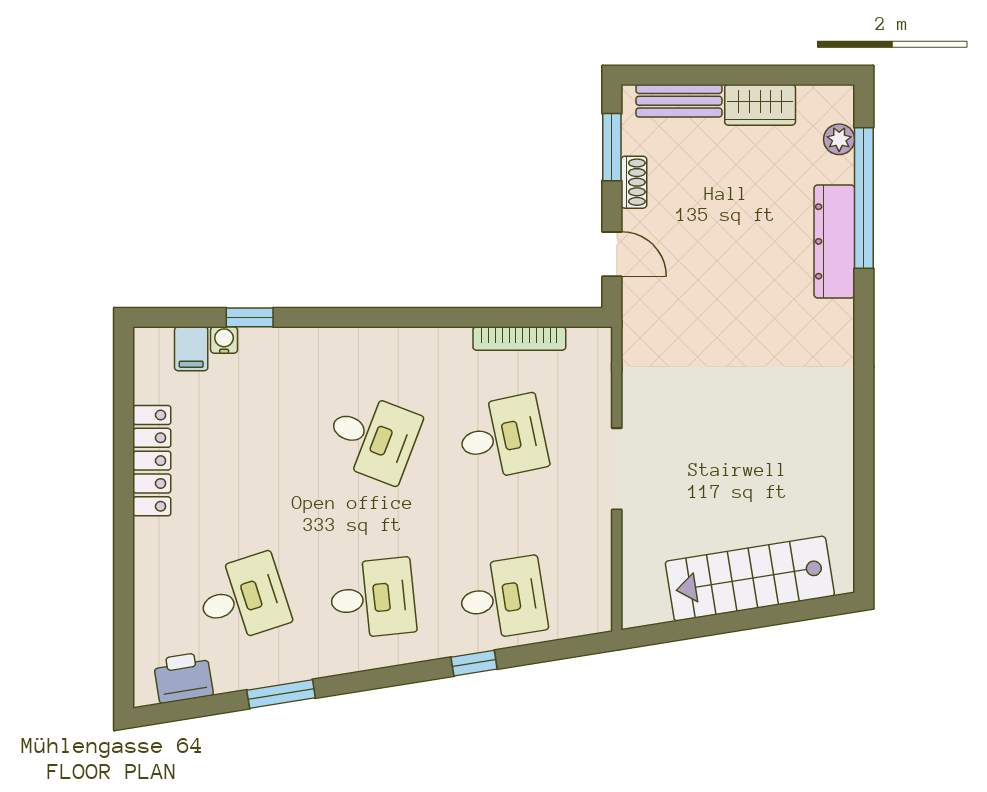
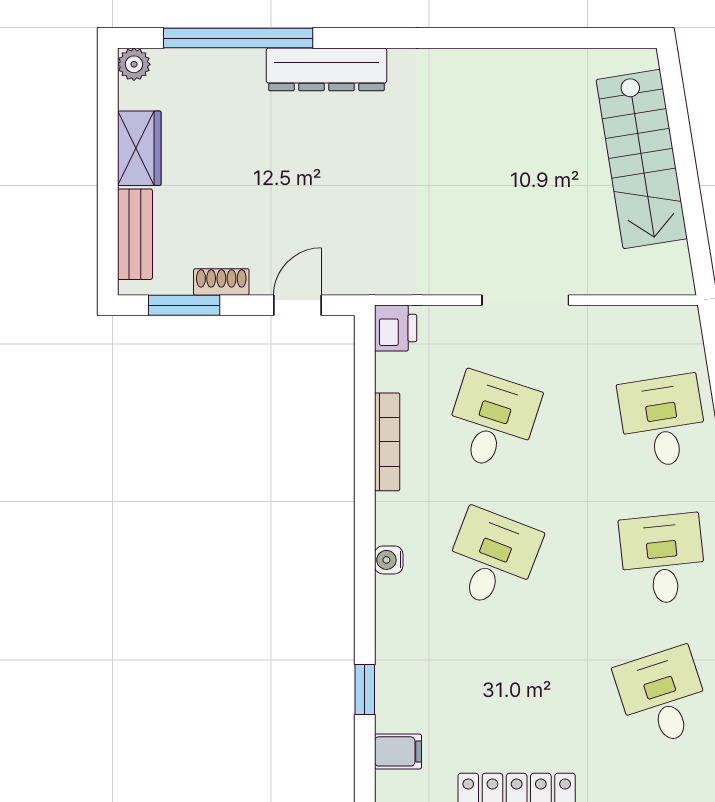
plant: (839, 139) -> (134, 64), moved
dresser: (834, 241) -> (327, 69), moved
bookcase: (519, 339) -> (387, 442), moved
water cooler: (224, 340) -> (389, 560), moved
printer: (590, 347) -> (396, 328), added
desk: (502, 437) -> (492, 421), turned 30

